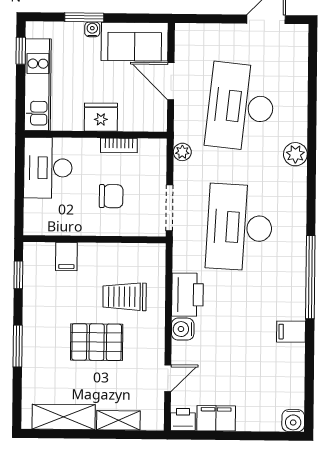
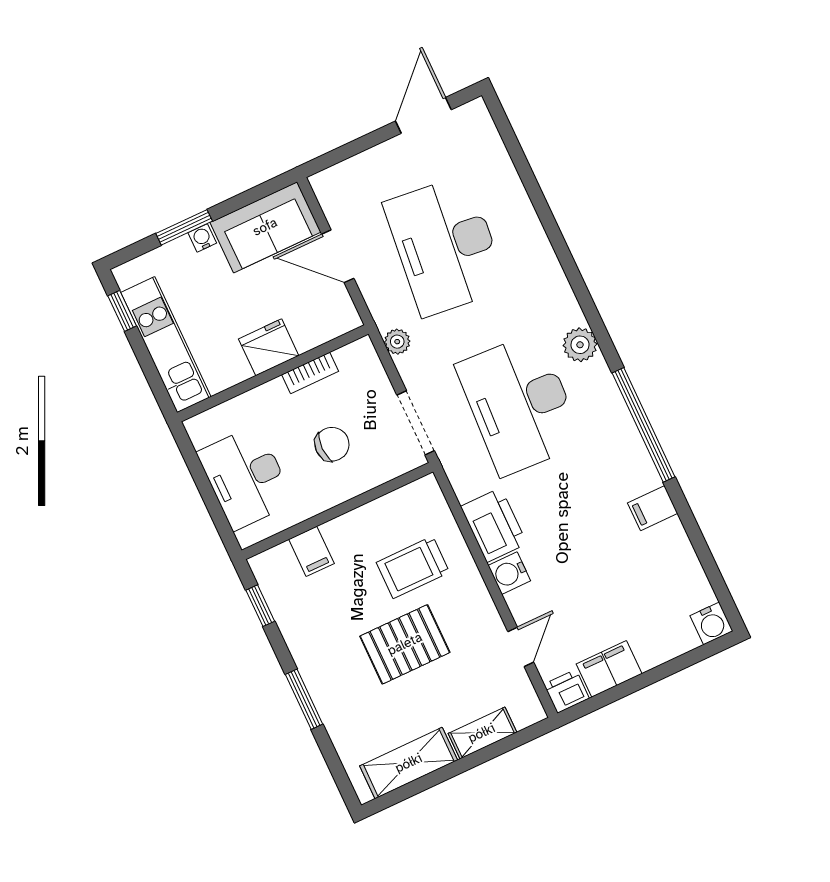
plant: (295, 154) -> (580, 345), moved
desk: (48, 168) -> (246, 478), moved

